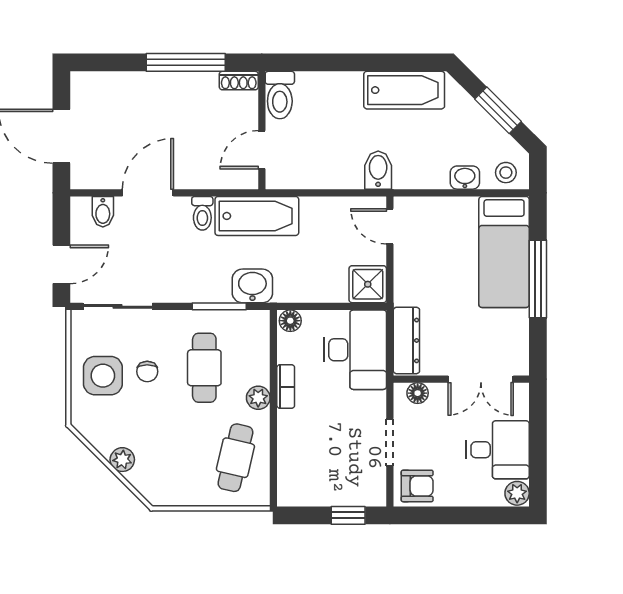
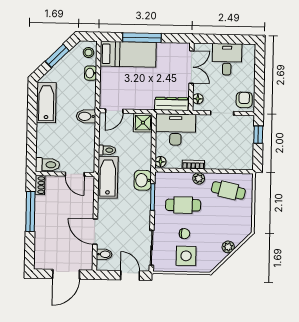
toilet: (202, 213) -> (107, 150), moved
plant: (517, 493) -> (249, 50), removed

